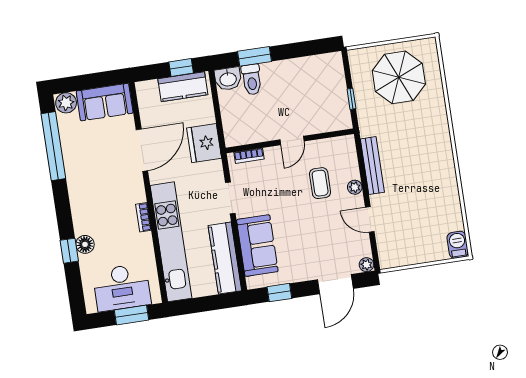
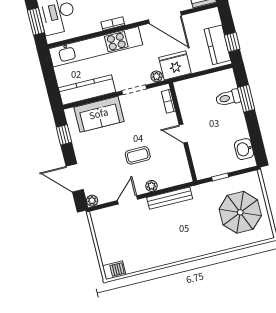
washbasin: (228, 79) -> (244, 149), moved
plant: (216, 168) -> (157, 76), added
coffee table: (320, 183) -> (138, 155), moved

